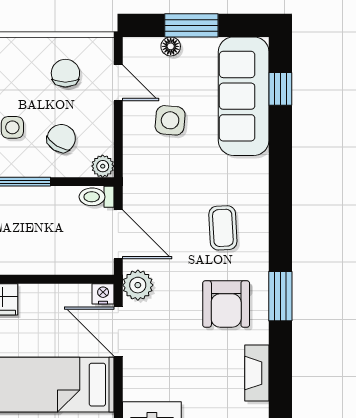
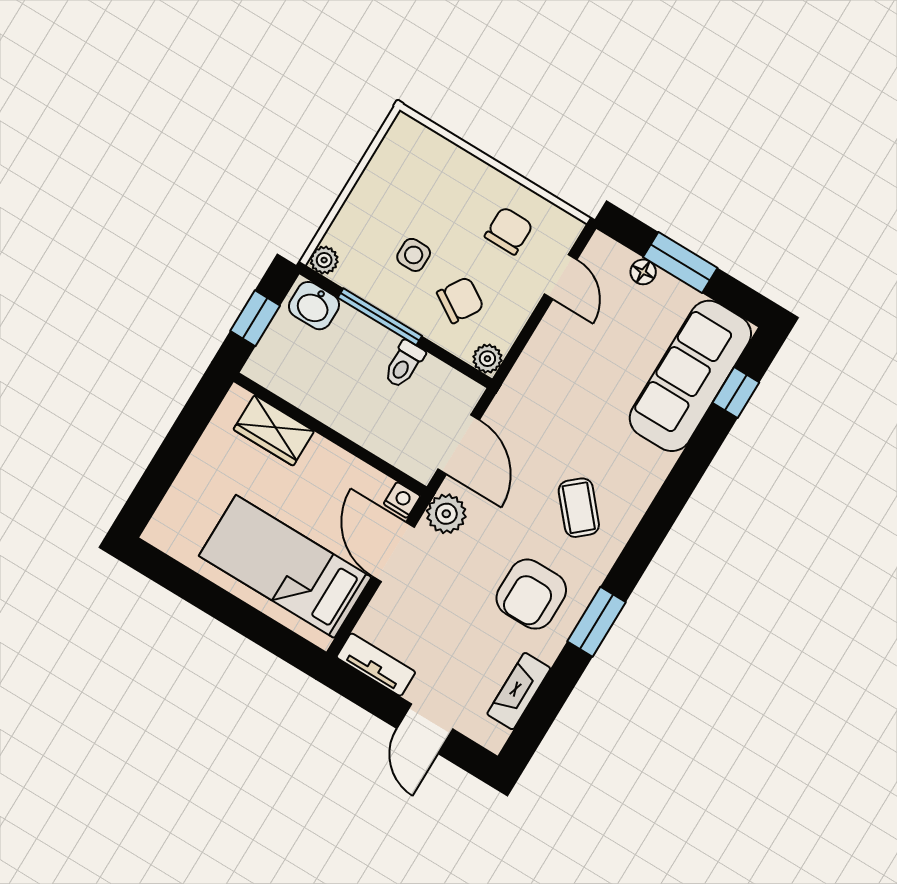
side table: (170, 120) -> (593, 353), removed
toilet: (97, 197) -> (404, 364), moved, turned -90
coffee table: (223, 228) -> (579, 508), turned -38

